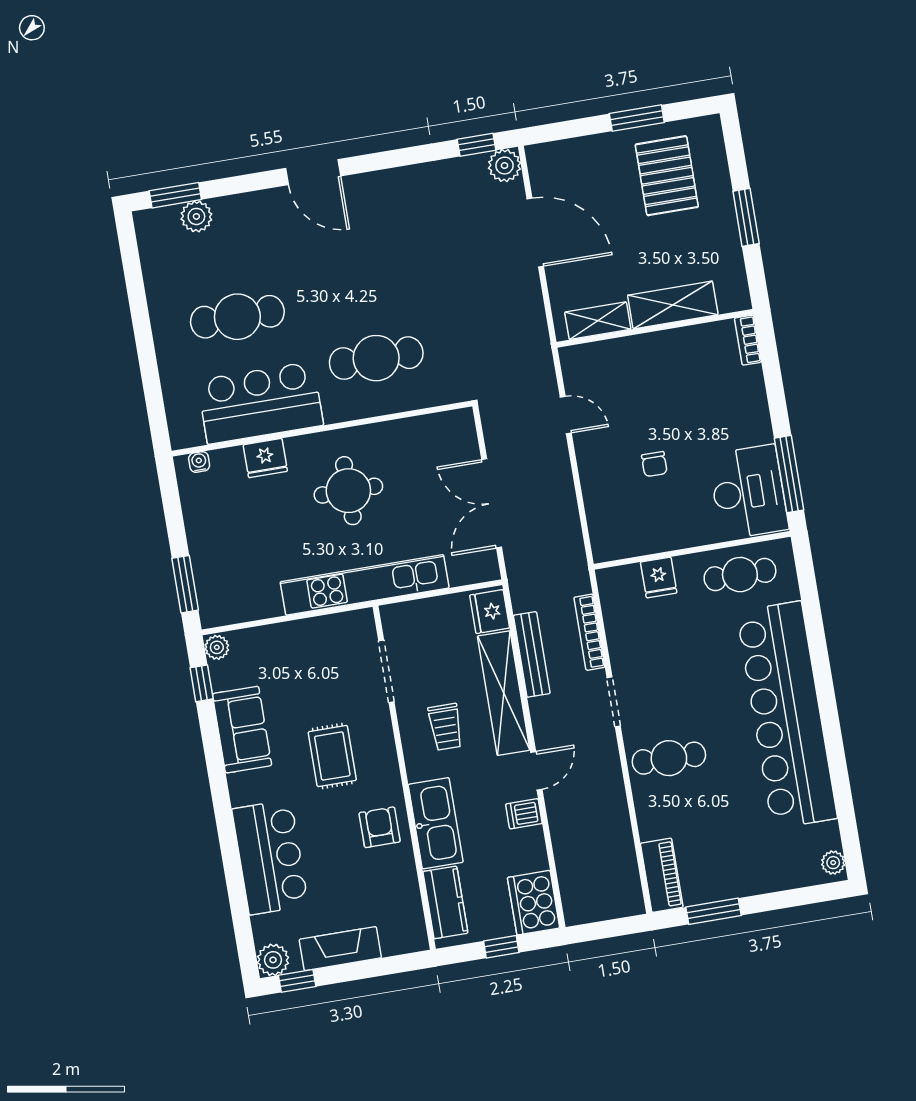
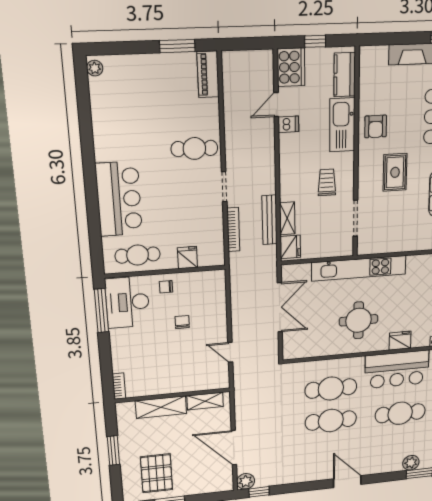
cafe table: (366, 295) -> (331, 421), added
chair: (688, 524) -> (166, 287), added
shelving: (504, 693) -> (287, 218), width x0.45, depth x0.75
bar counter: (787, 715) -> (119, 199), width x0.54
door: (536, 771) -> (276, 105), moved

